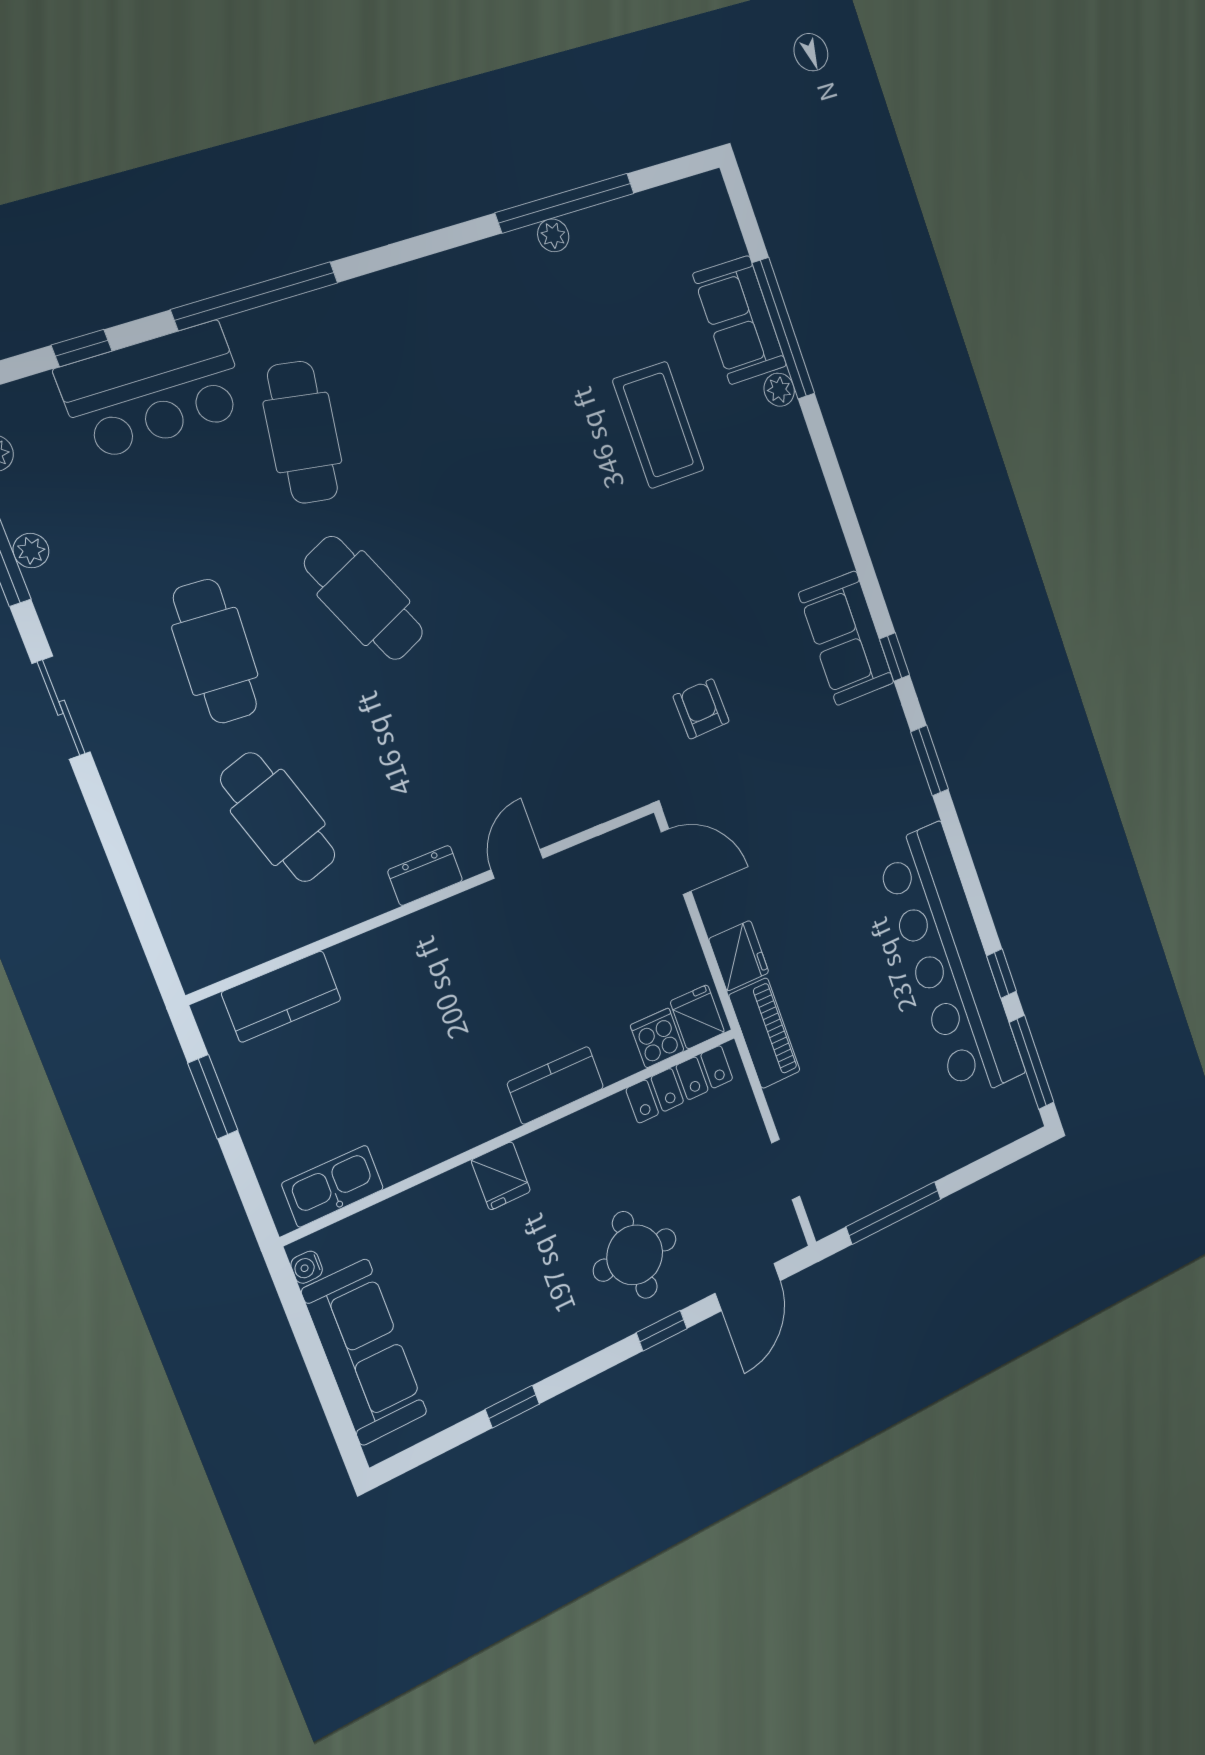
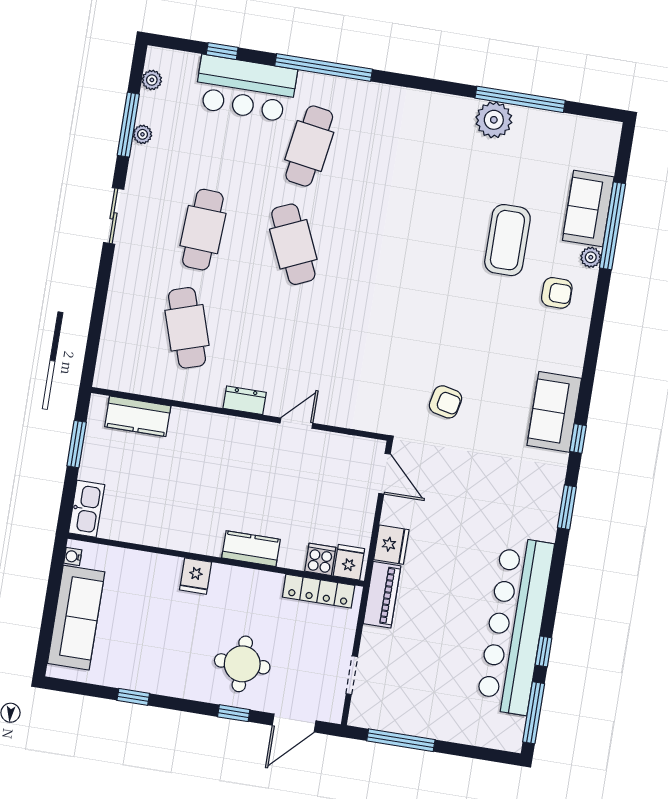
plant: (553, 235) -> (494, 120), width x1.88, depth x1.88
armchair: (763, 466) -> (557, 293), added
armchair: (701, 709) -> (446, 402), turned 104
kitchen sink: (333, 1186) -> (87, 509), moved, turned 90

